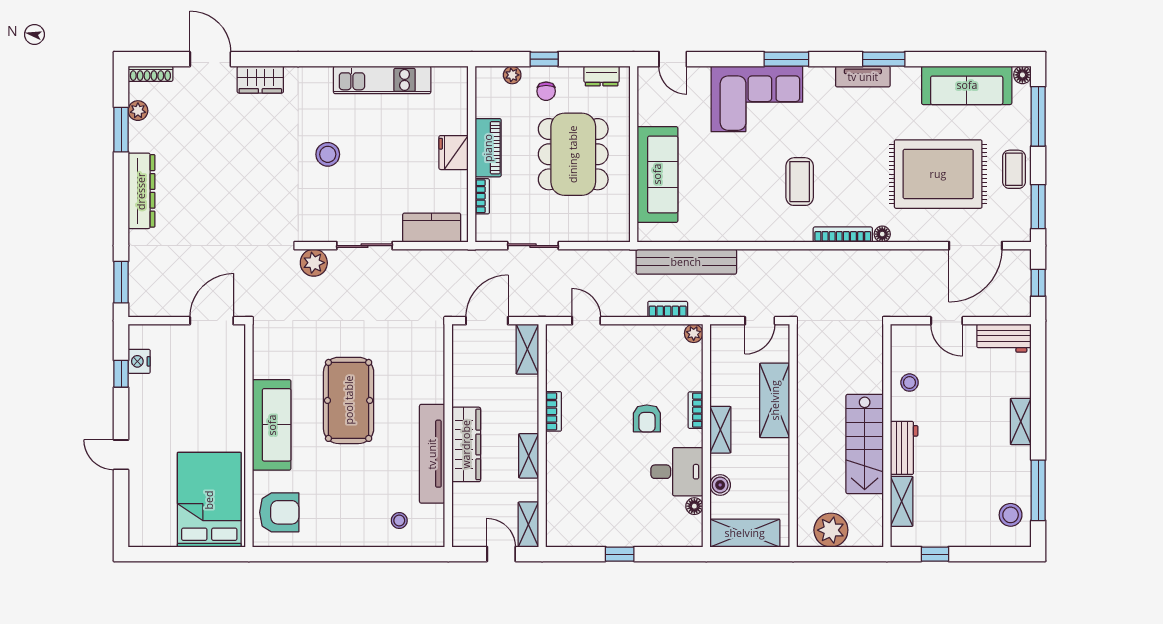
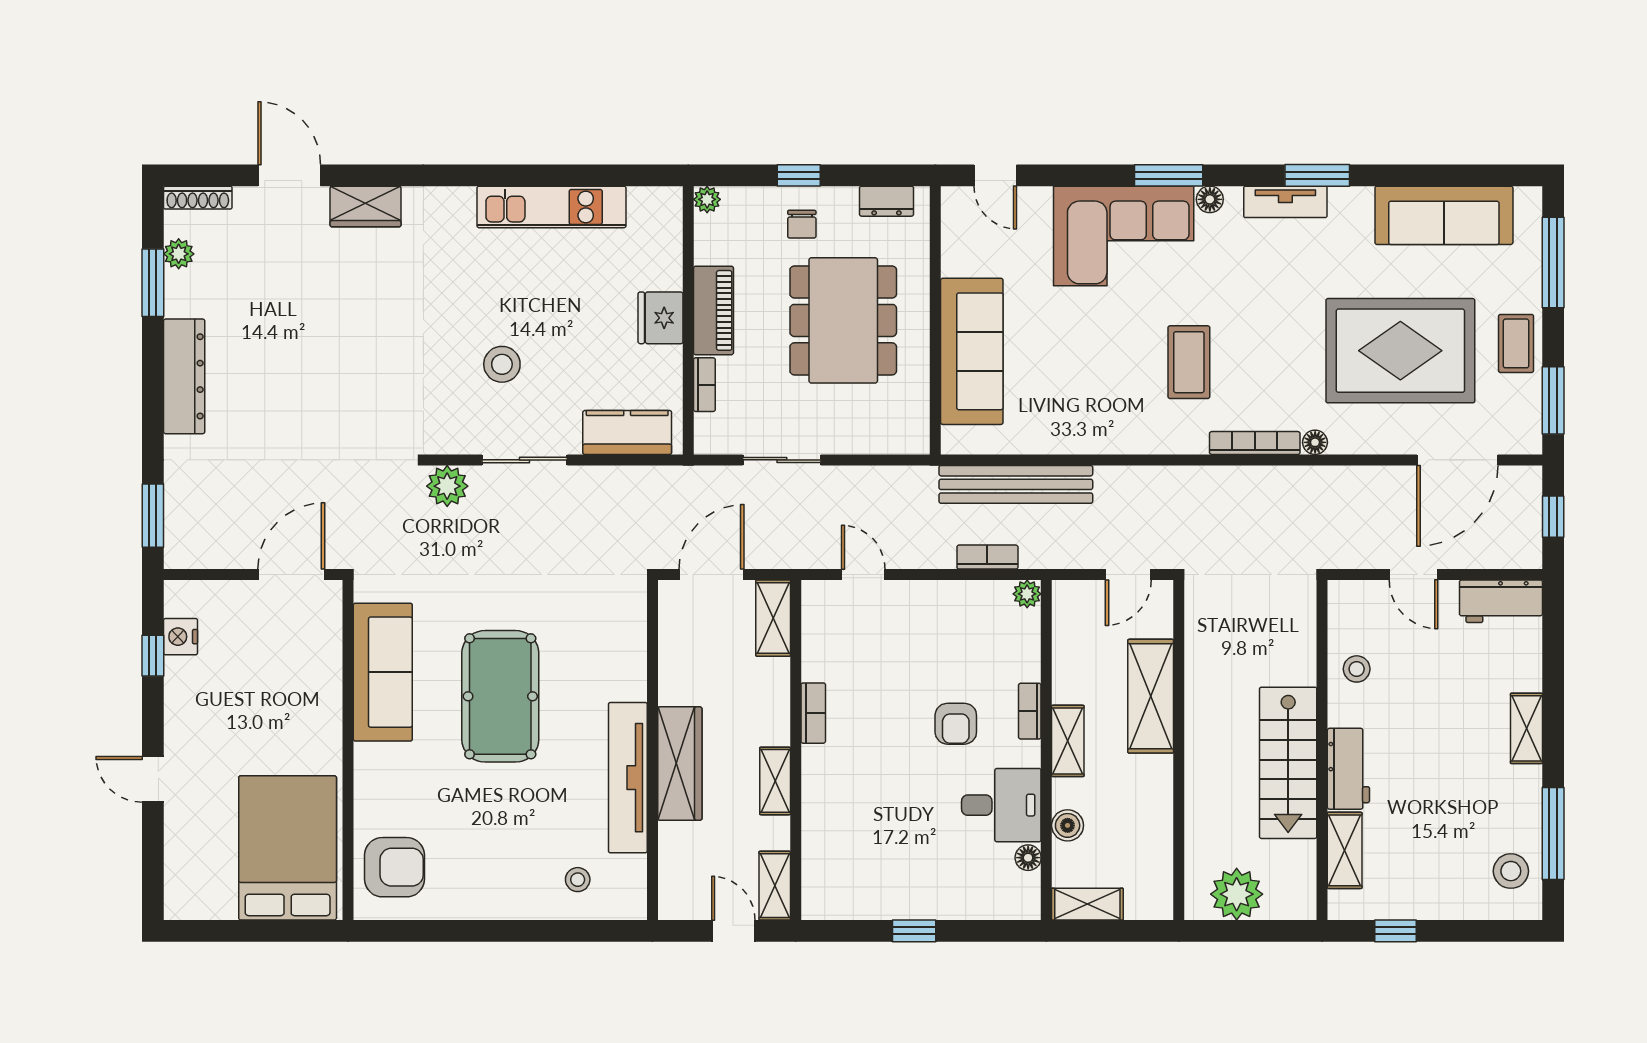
plant: (512, 75) -> (707, 199), moved
floor lamp: (1022, 75) -> (1210, 199), moved
stool: (328, 154) -> (502, 364), moved
sofa: (272, 425) -> (383, 672), moved
shelving: (745, 533) -> (1087, 904), width x0.67, depth x0.75

